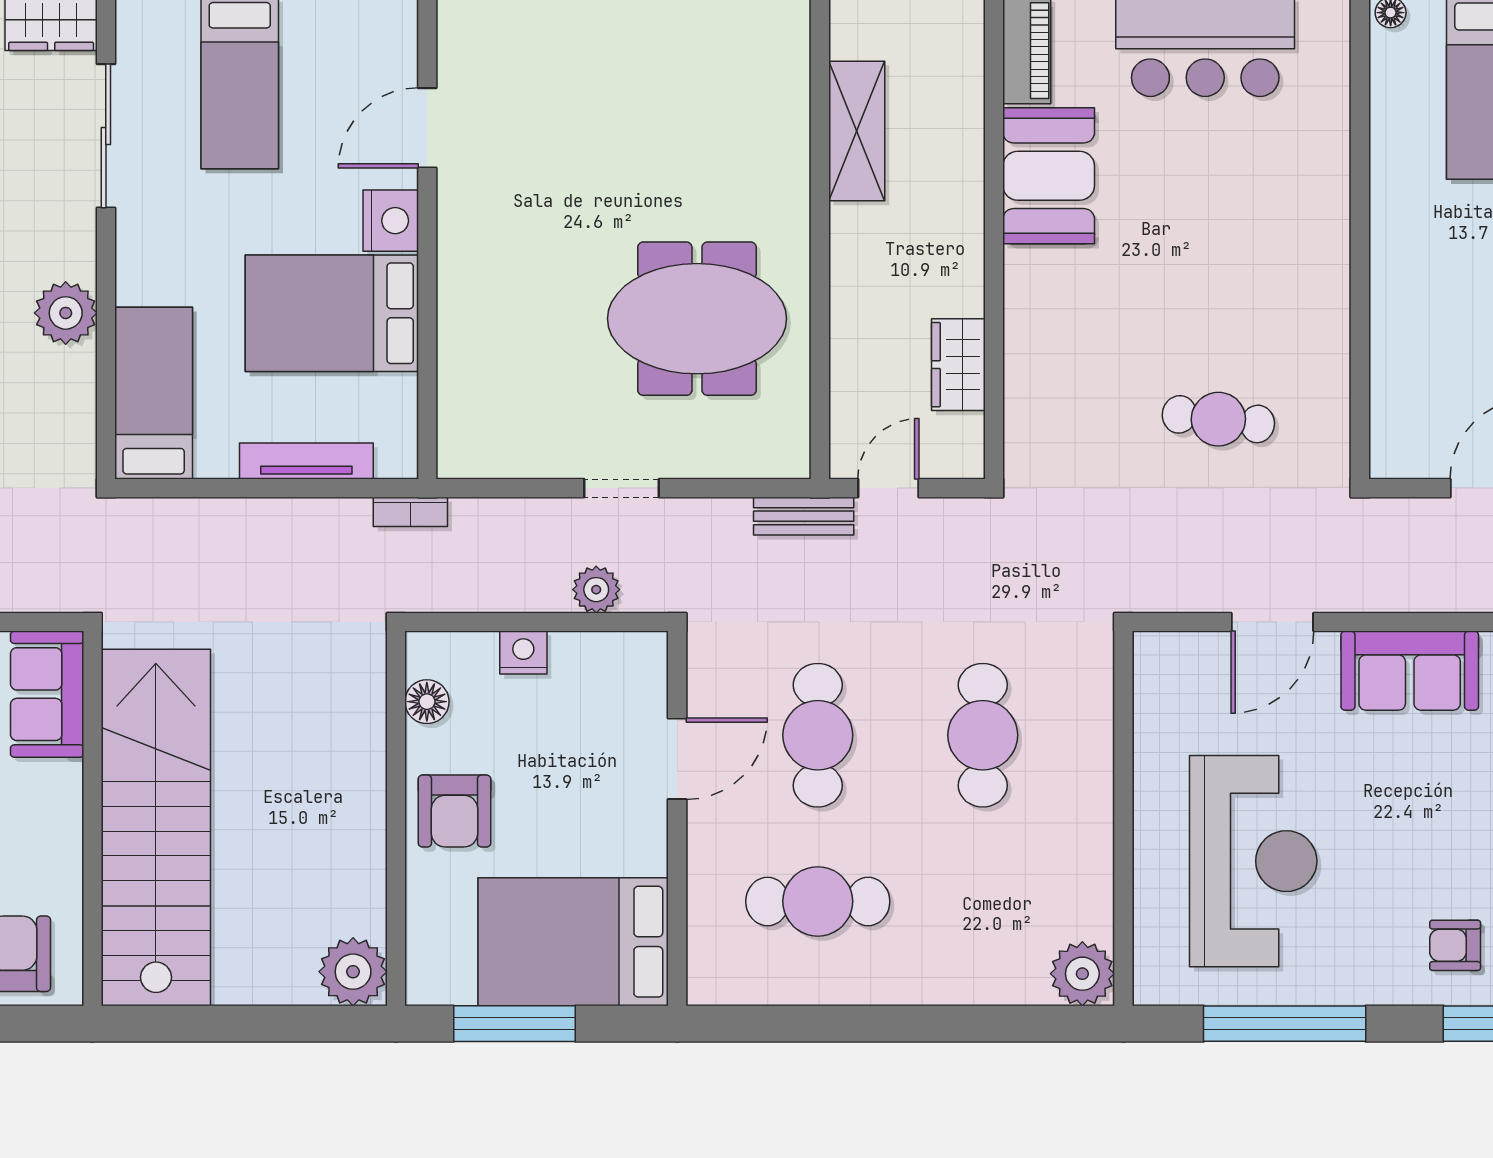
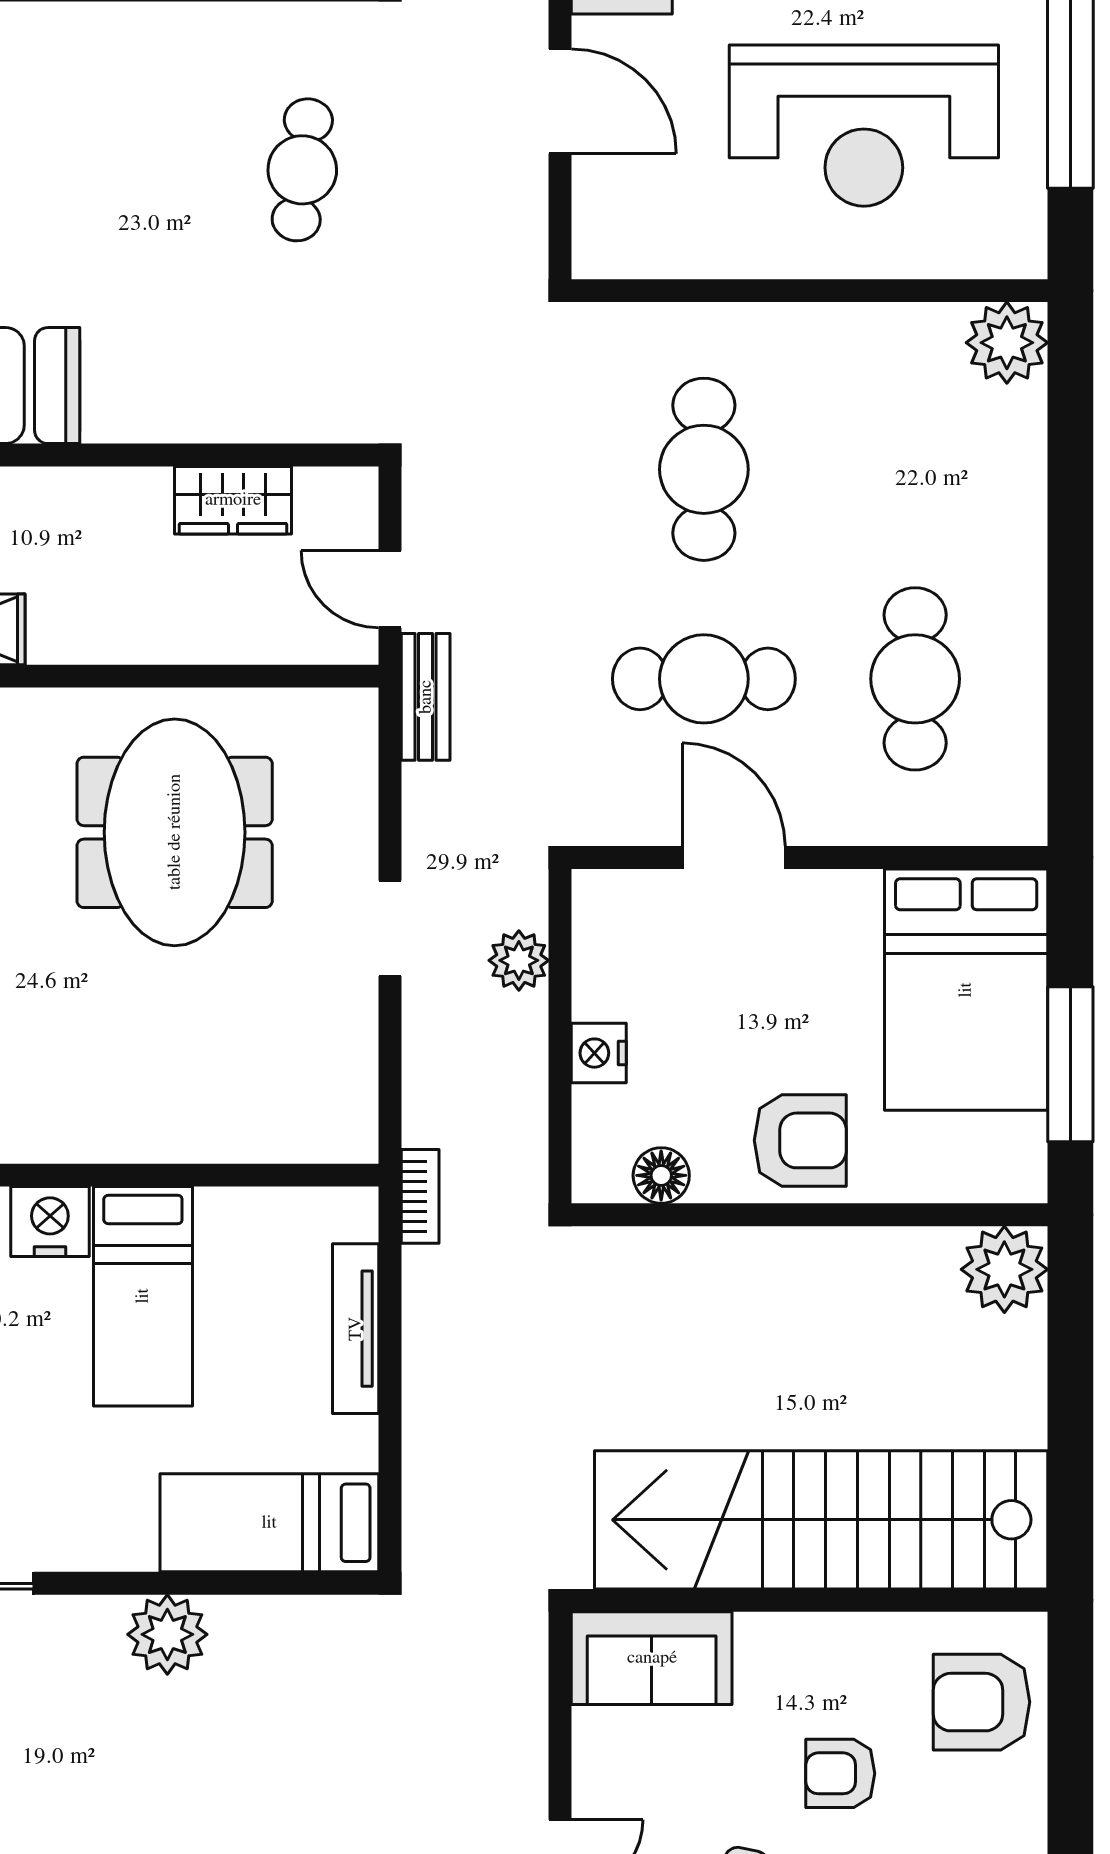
bed: (332, 313) -> (143, 1296), width x0.67
cafe table: (983, 735) -> (704, 469), turned 90
reception desk: (1253, 861) -> (864, 126), turned 180

